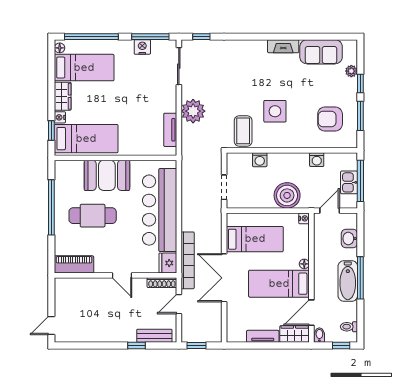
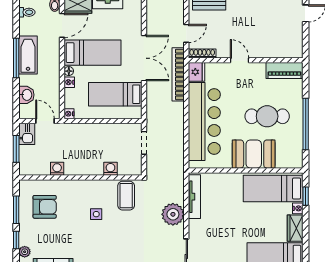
side table: (275, 111) -> (96, 214), width x0.54, depth x0.54
tv unit: (170, 130) -> (194, 197), width x1.41
window: (360, 181) -> (16, 149), width x0.69
kitchen sink: (349, 182) -> (27, 134), moved
boiler: (287, 195) -> (85, 135), removed
door: (330, 211) -> (45, 121), swing flipped
nightstand: (304, 252) -> (69, 82), added

